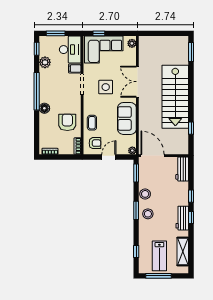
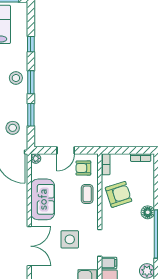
armchair: (67, 122) -> (119, 194), turned -108
window: (136, 173) -> (31, 115), moved
stool: (145, 194) -> (13, 128), moved
window: (136, 252) -> (31, 44), moved

